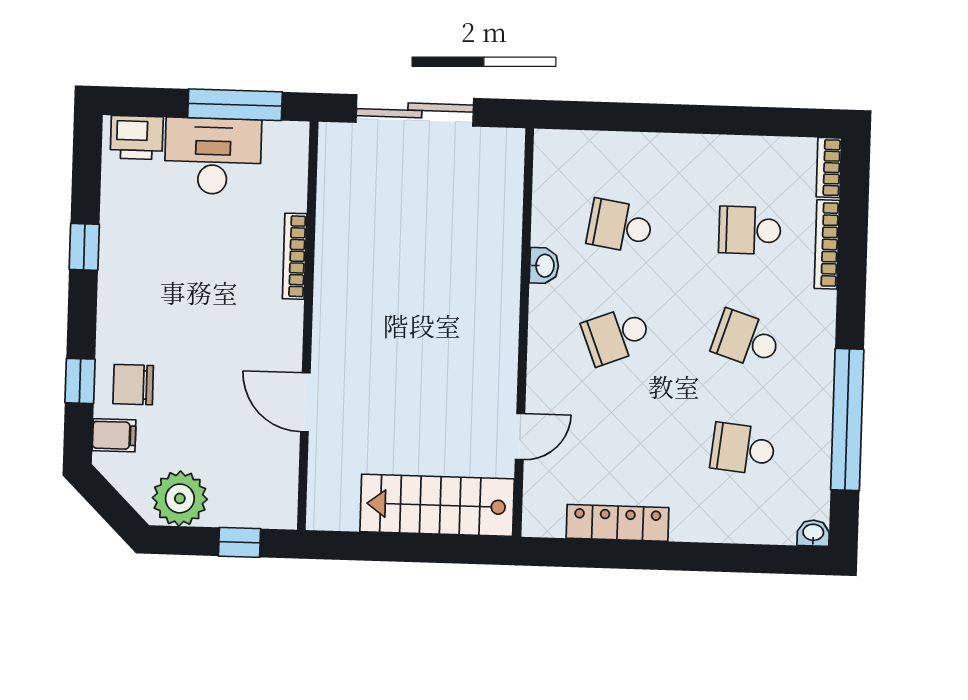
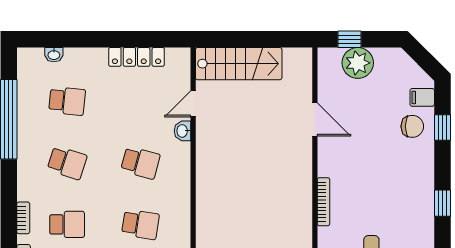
bookcase: (827, 244) -> (23, 218), width x0.64
washbasin: (544, 266) -> (183, 131), moved
school desk: (617, 335) -> (140, 163), turned 36
plant: (180, 498) -> (358, 63), moved
washbasin: (813, 533) -> (54, 55), moved

